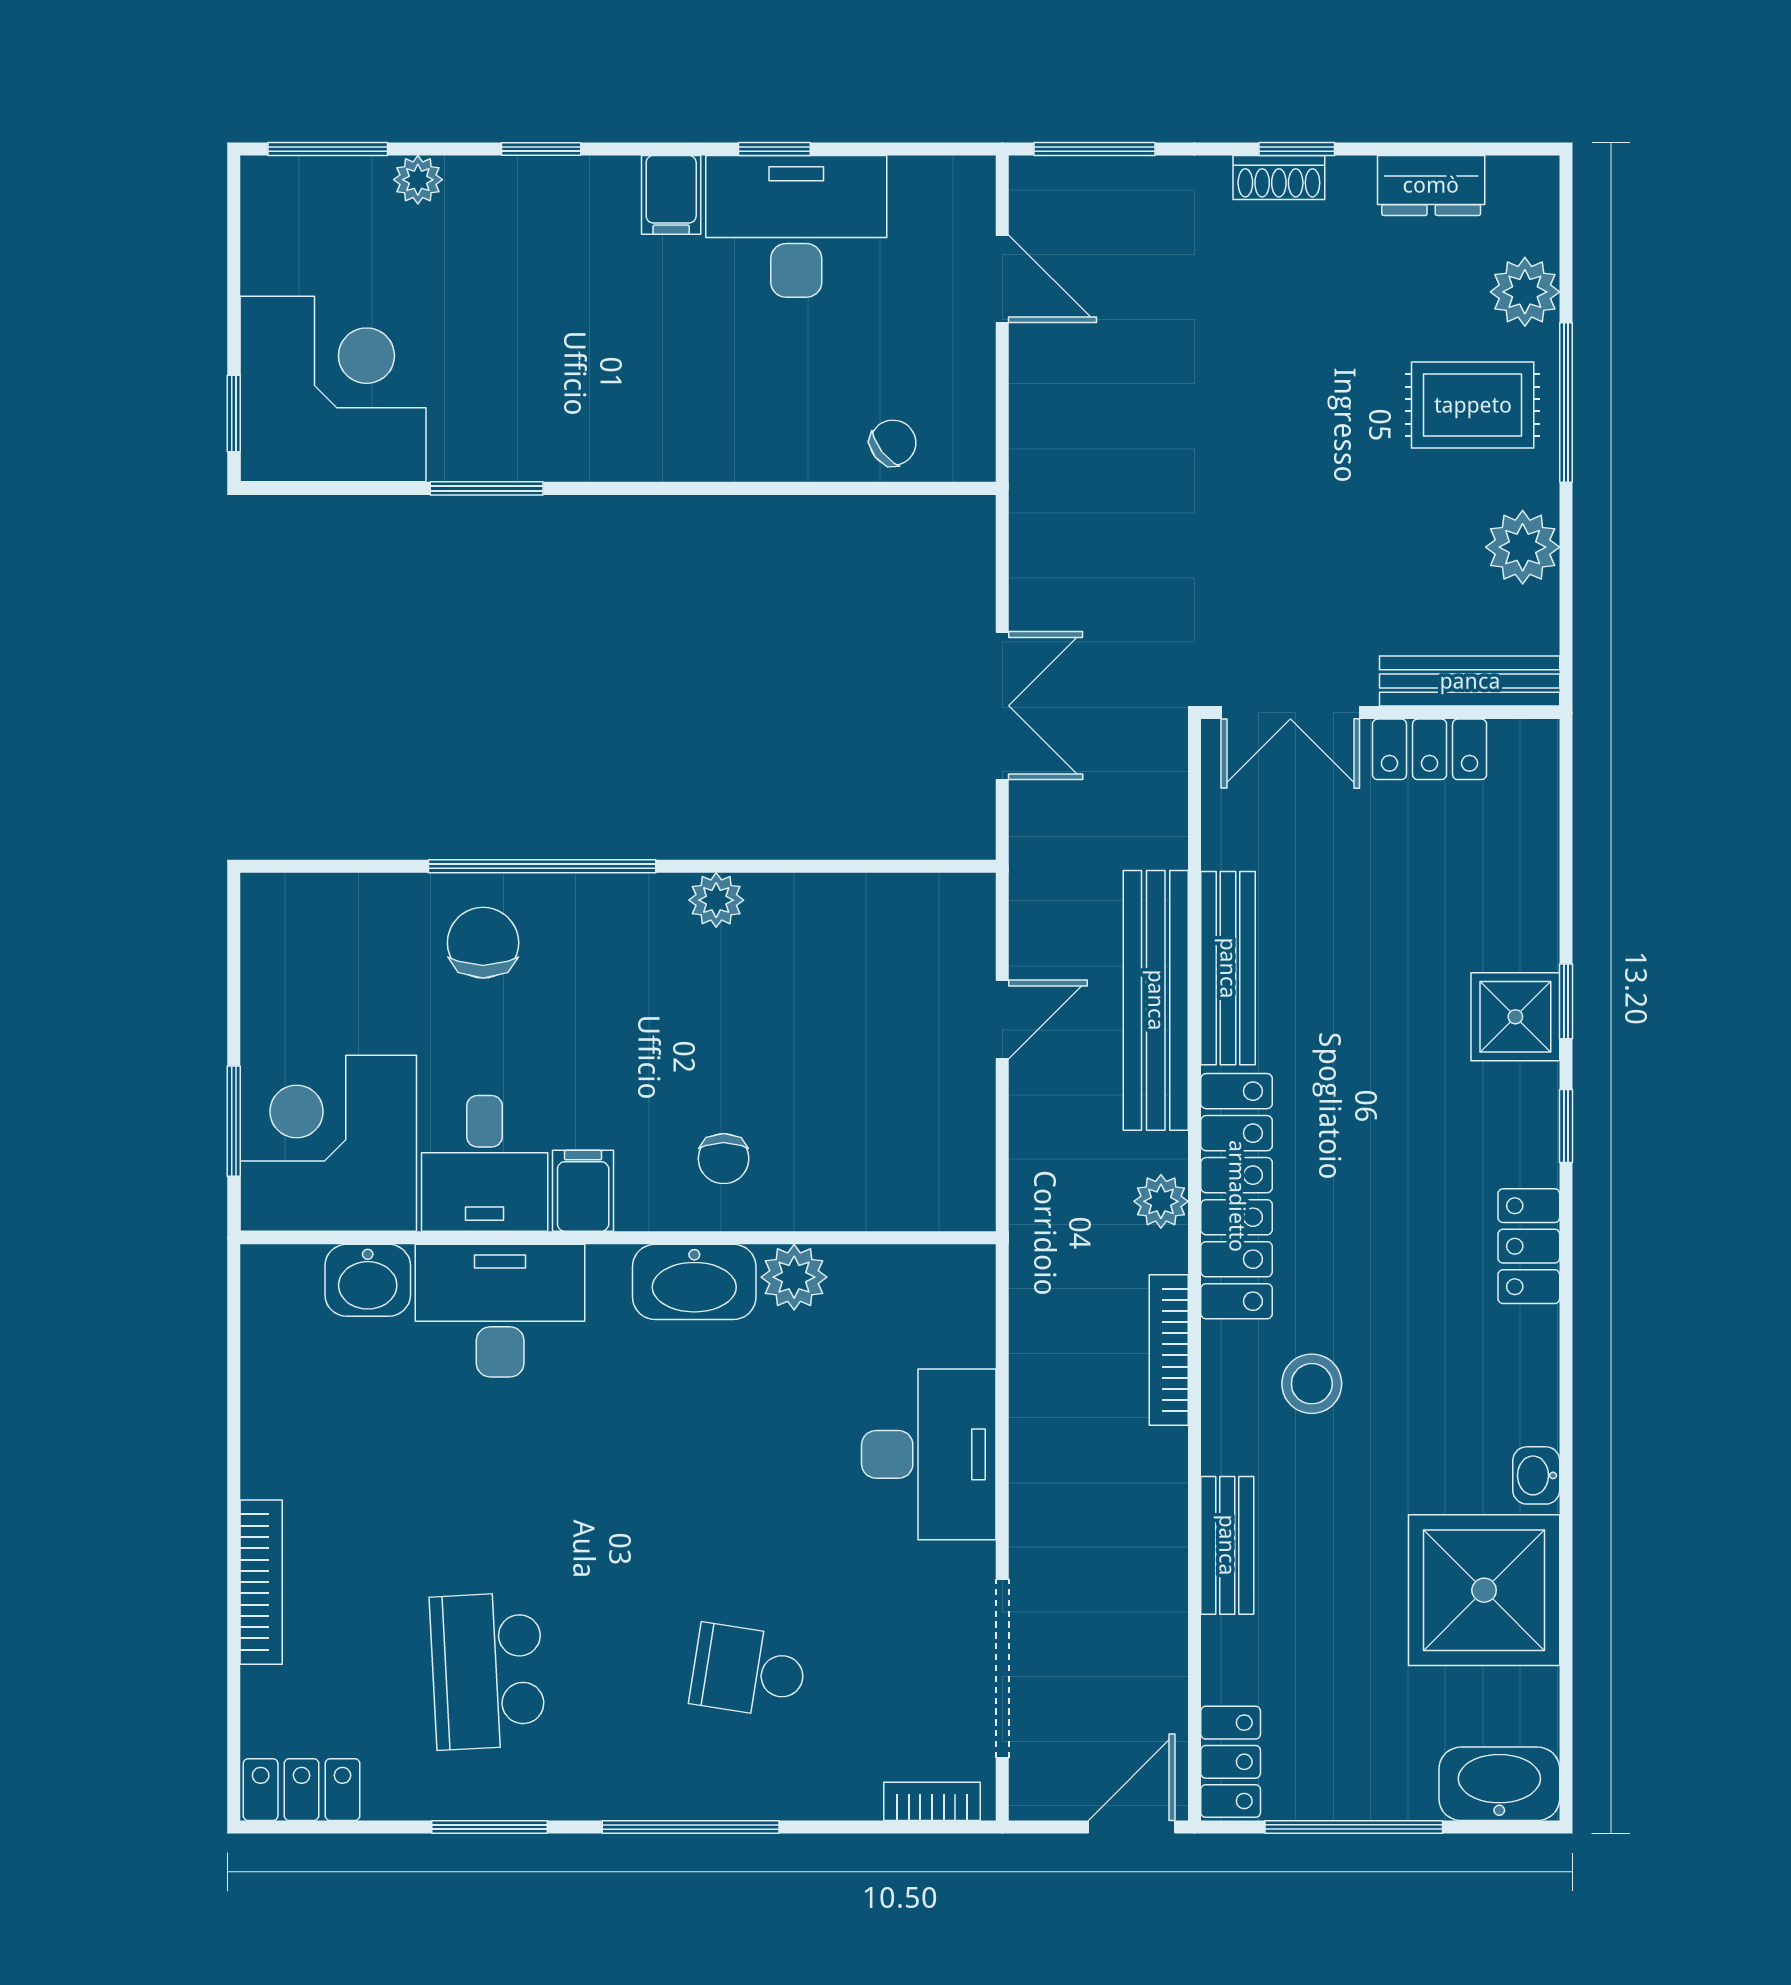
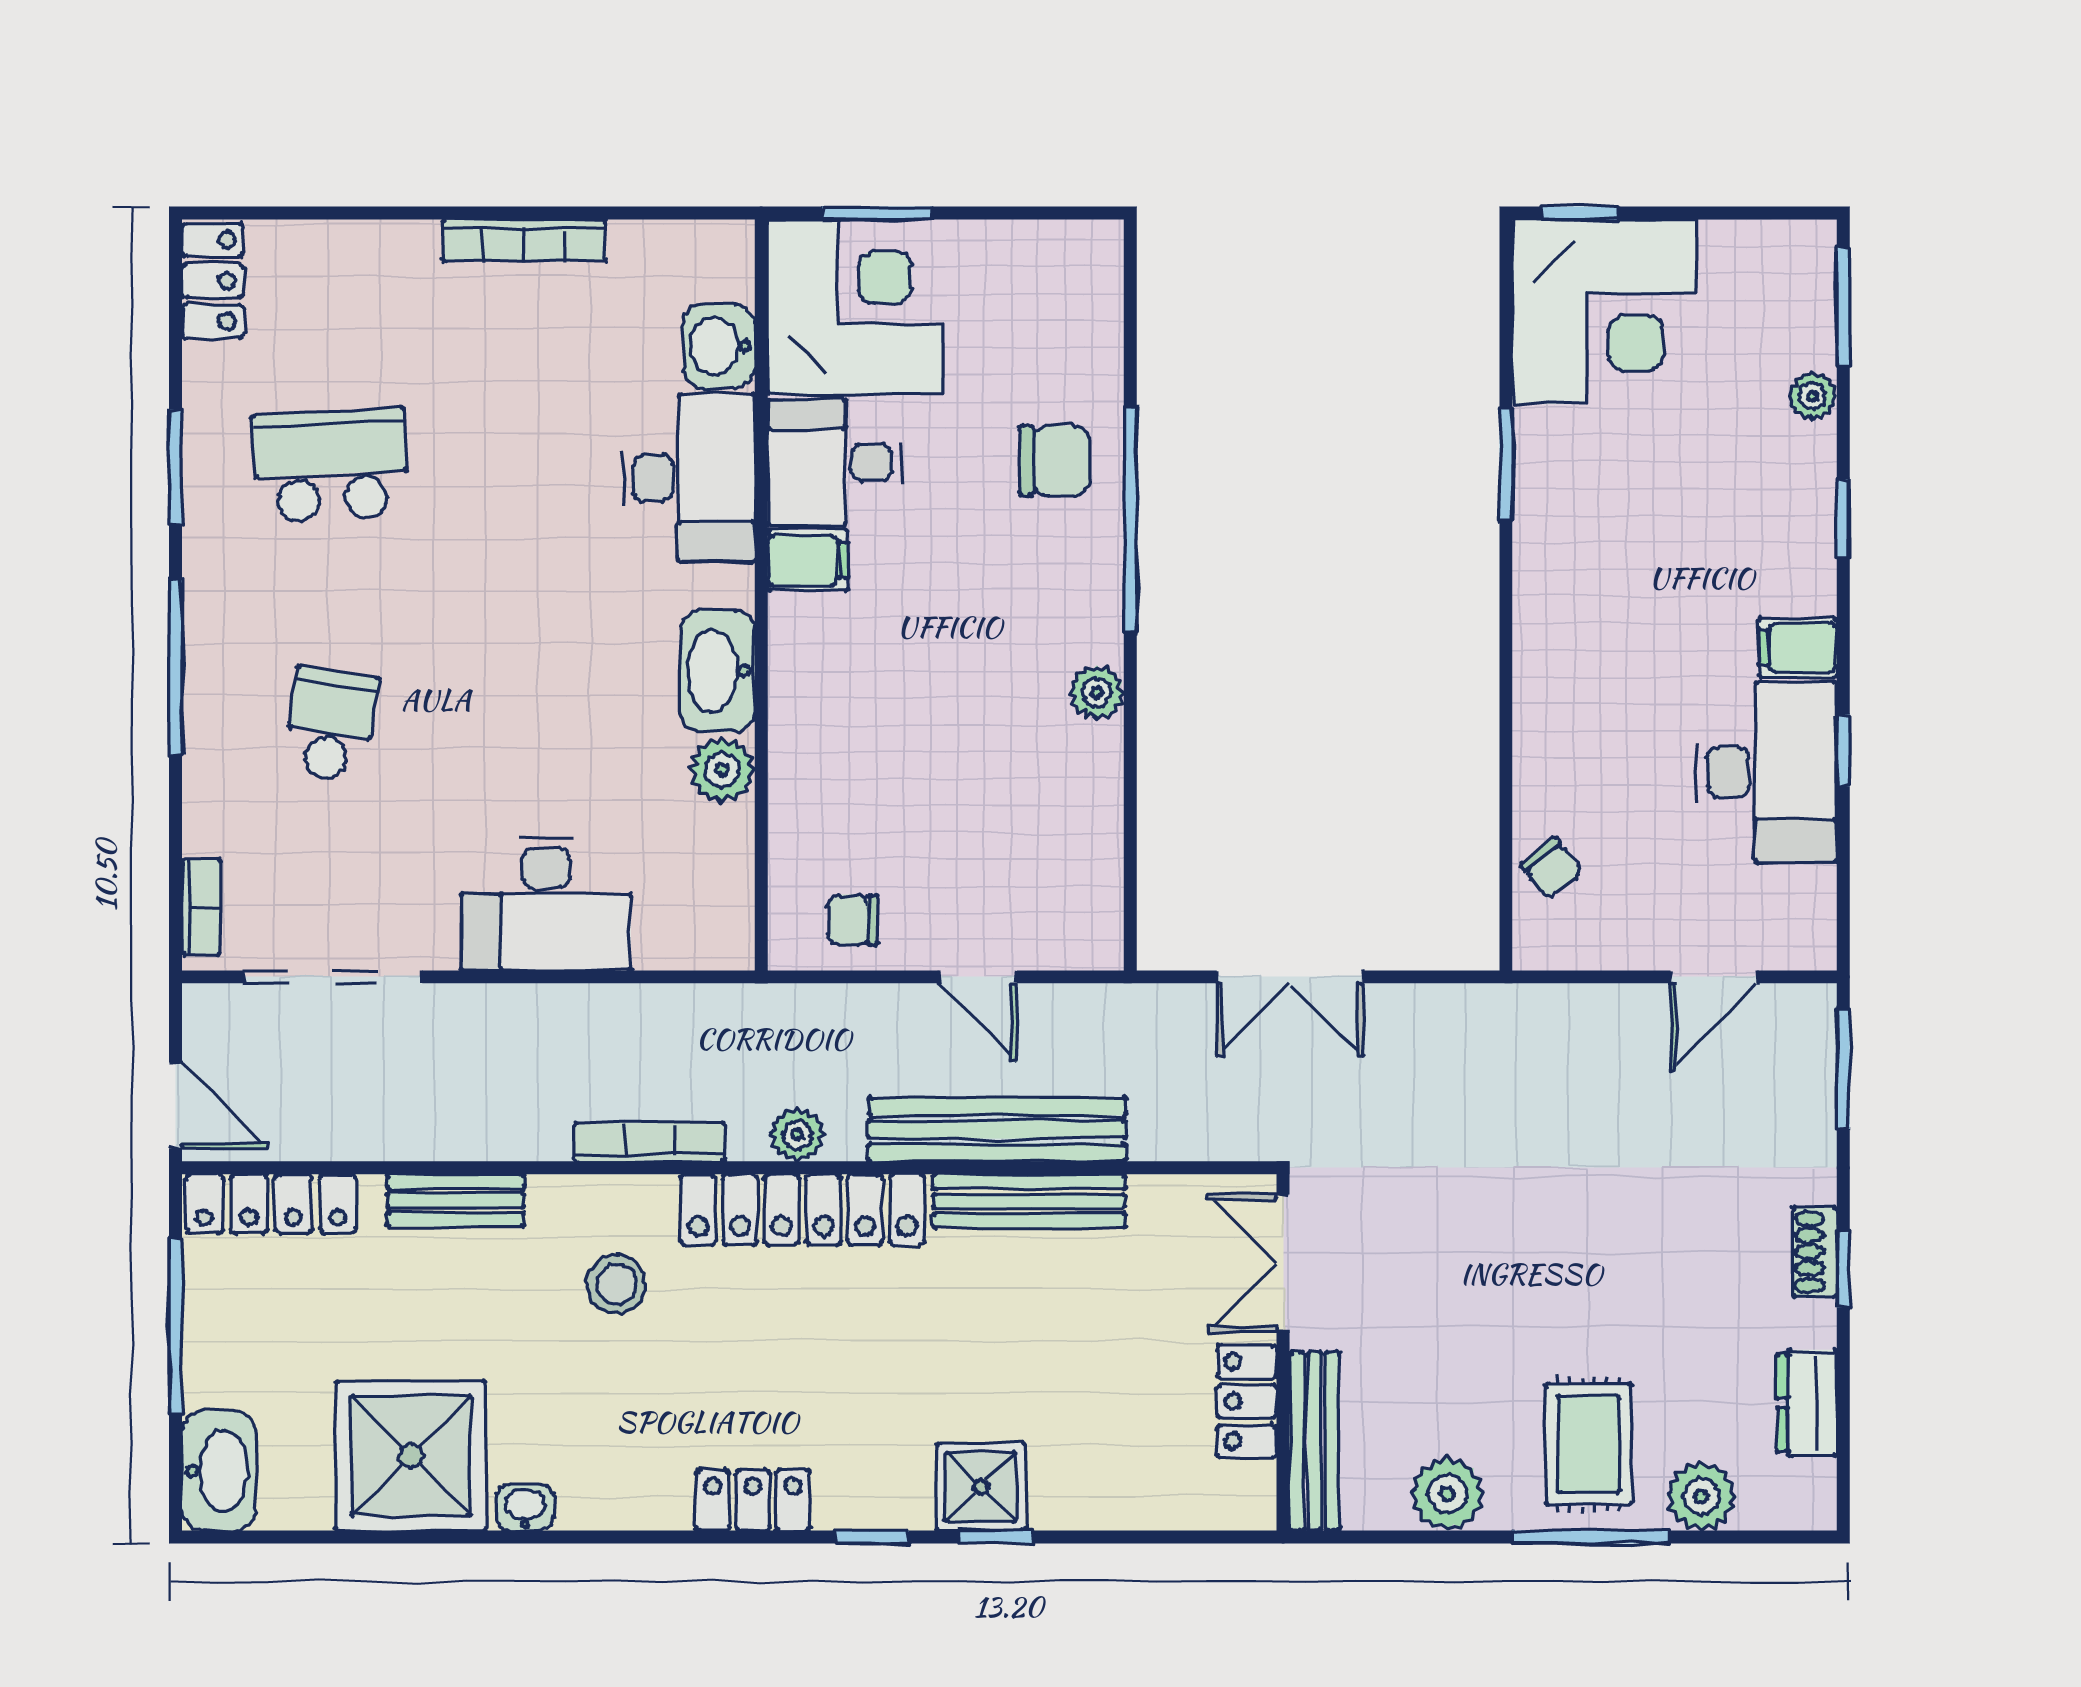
chair: (724, 1159) -> (853, 920), moved
bookcase: (261, 1582) -> (524, 240), moved
locker: (1231, 1762) -> (271, 1204), width x1.53

